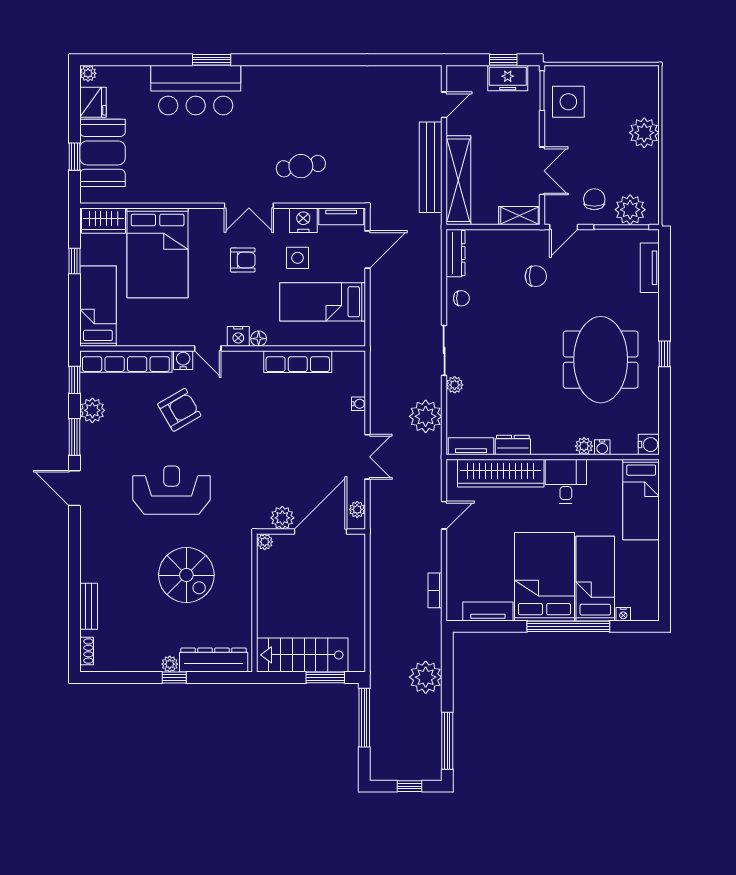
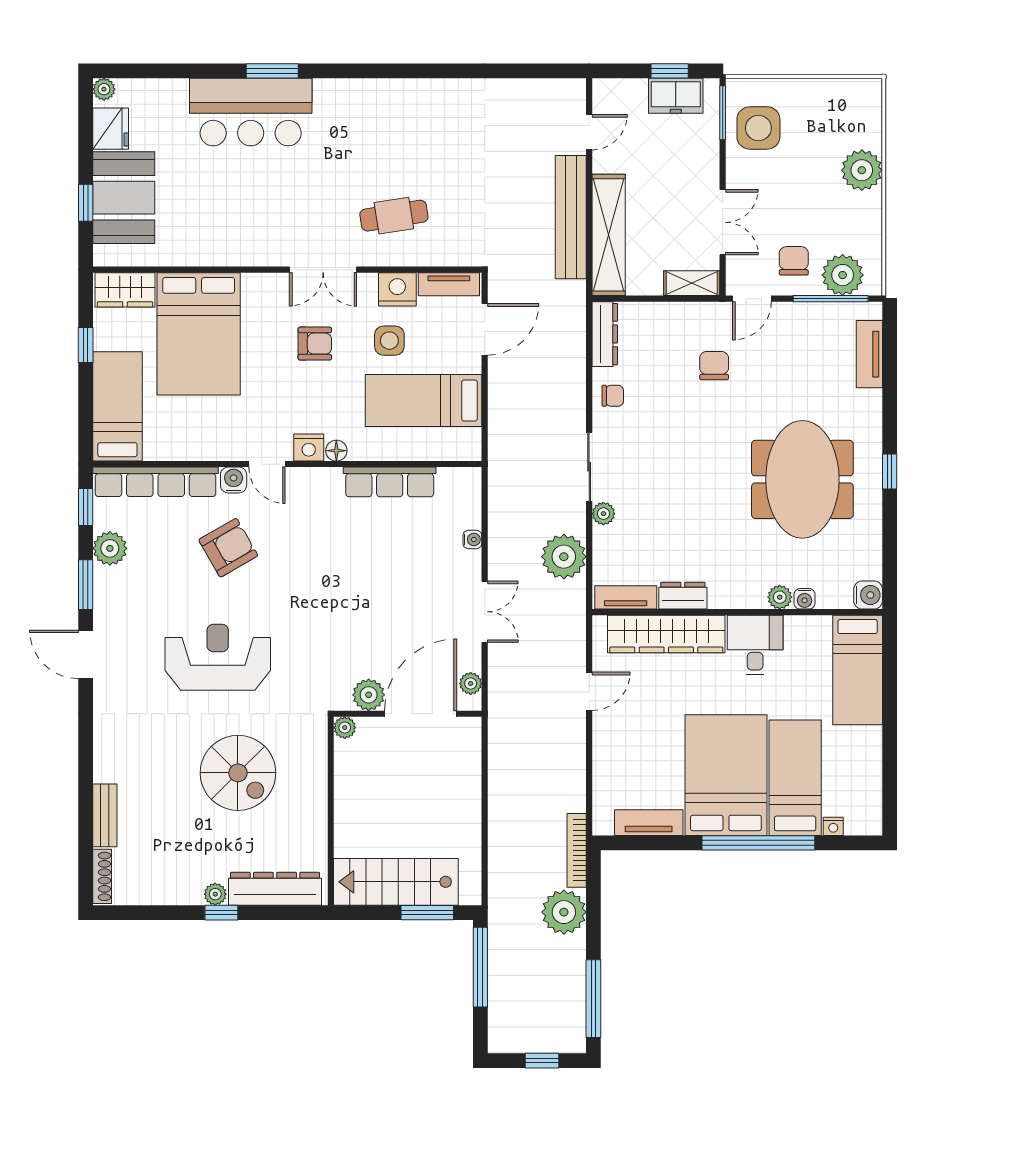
chair: (536, 276) -> (714, 366), turned -90
bookcase: (435, 590) -> (577, 850), moved, width x1.56
shoe rack: (87, 651) -> (102, 876), width x1.43

